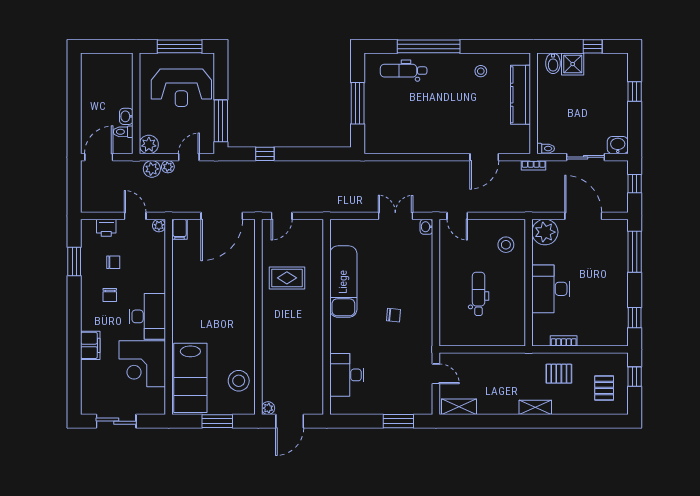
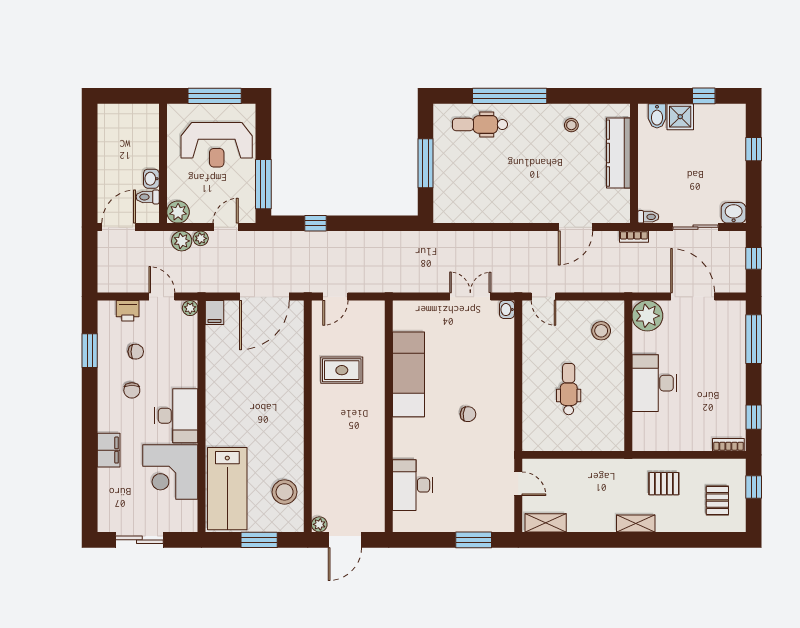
bookcase: (564, 341) -> (728, 445), moved

